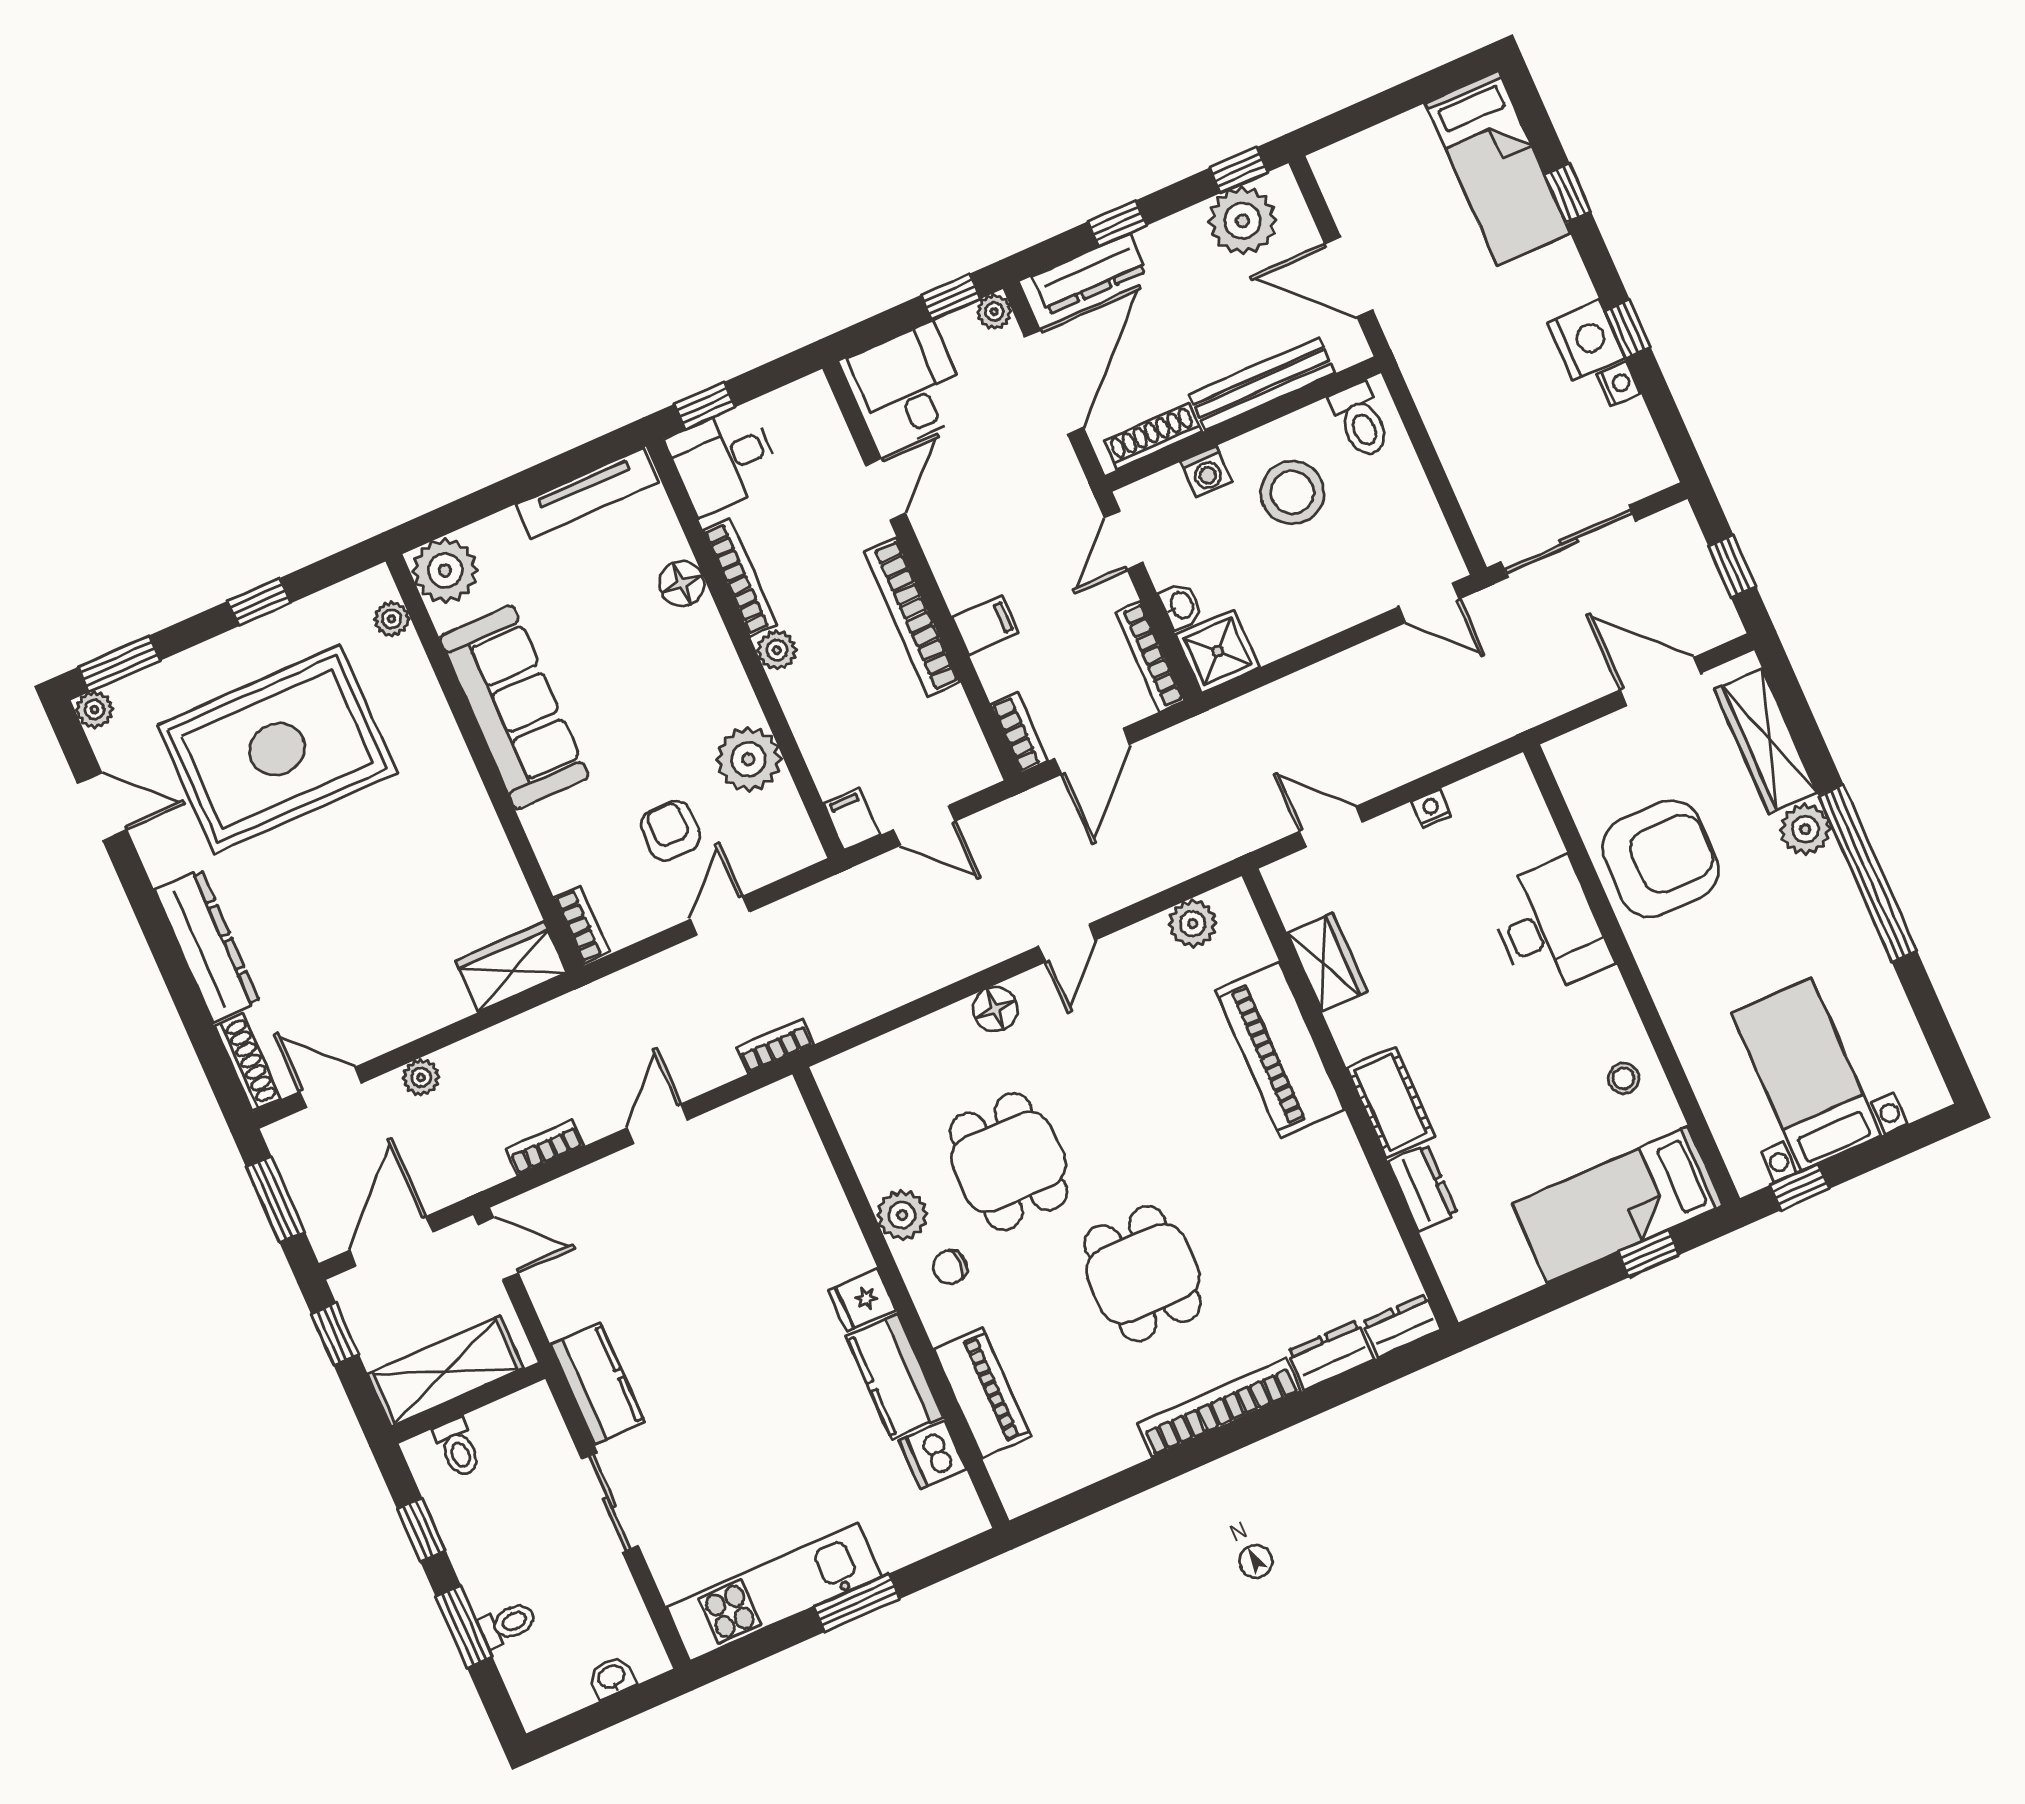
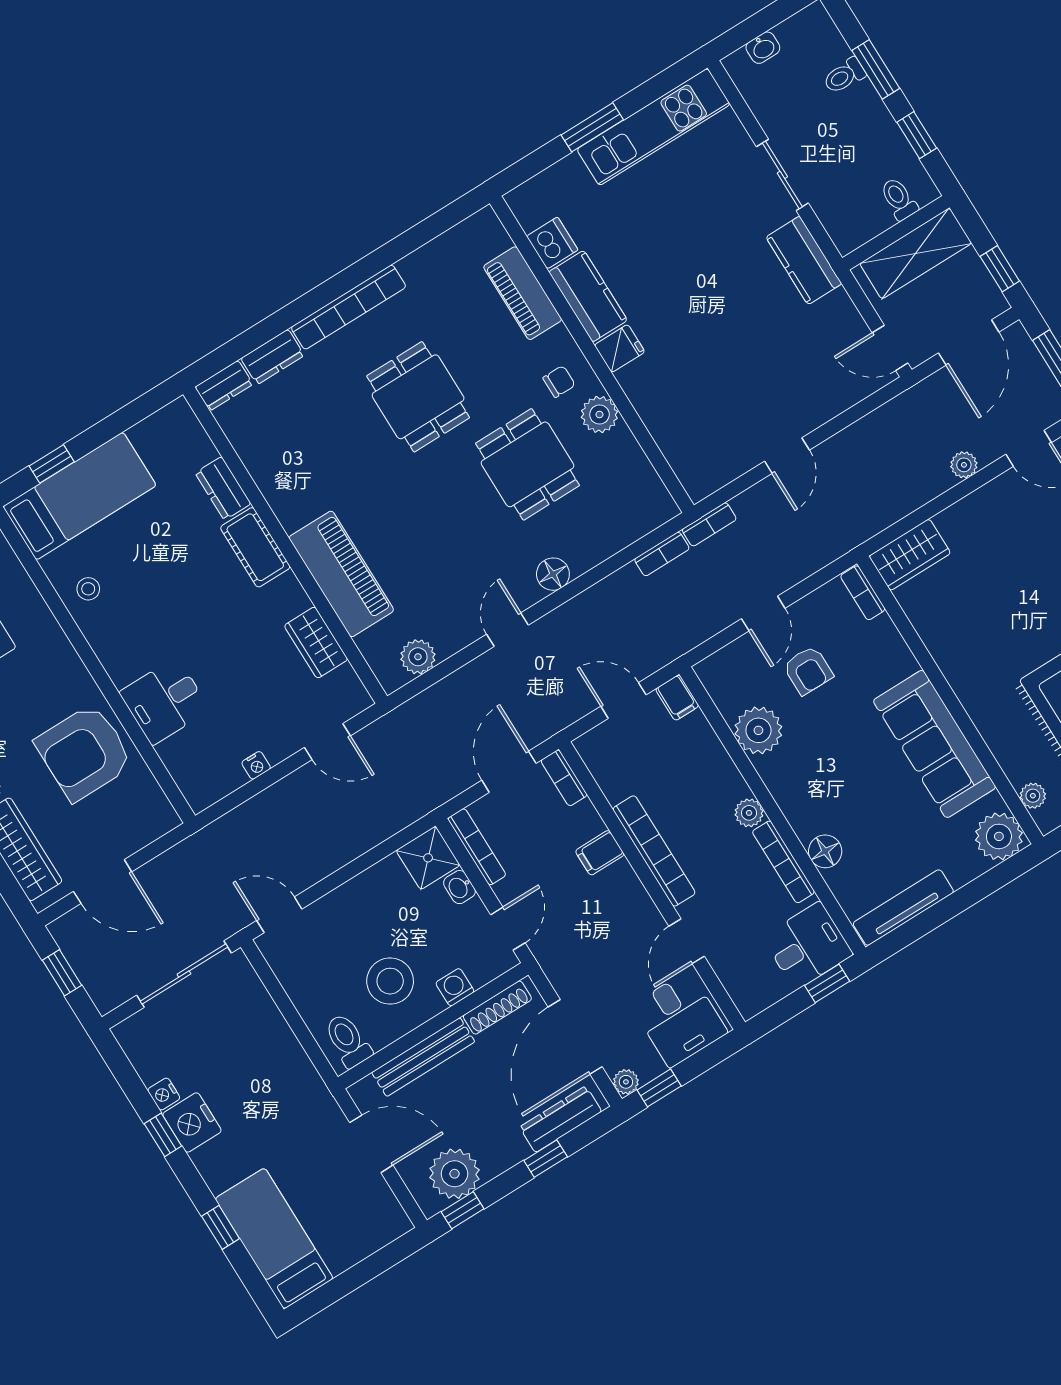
desk: (1549, 928) -> (164, 701), width x0.73
bookcase: (545, 1147) -> (662, 554), moved

